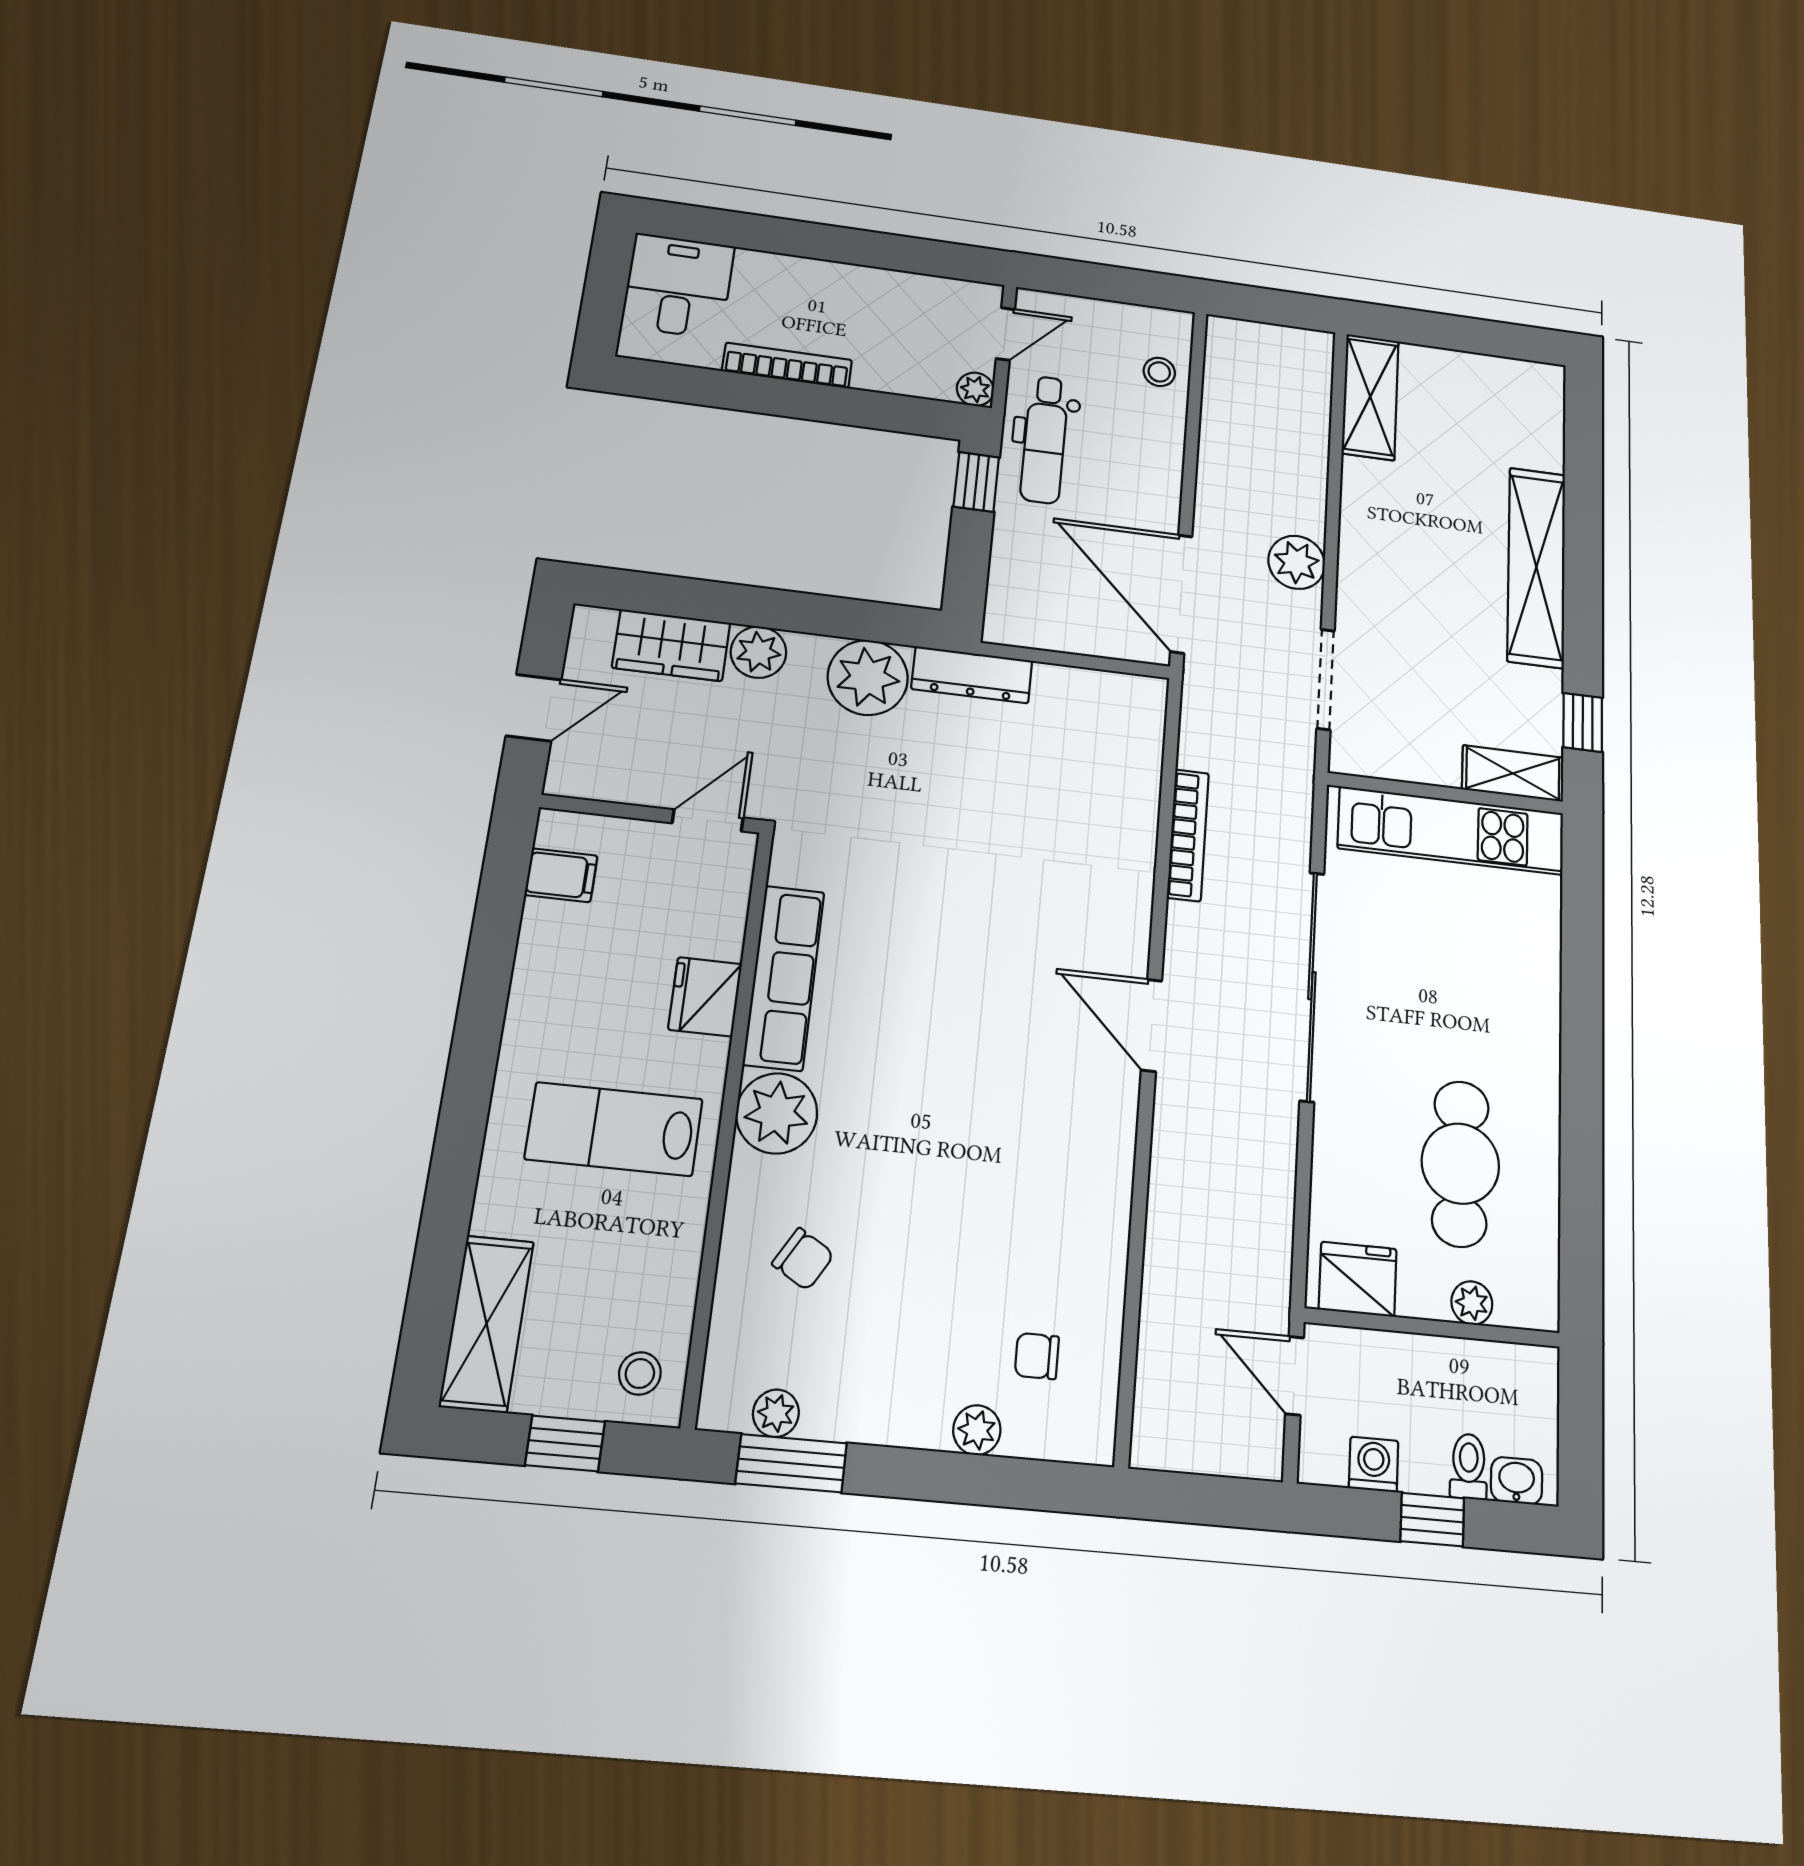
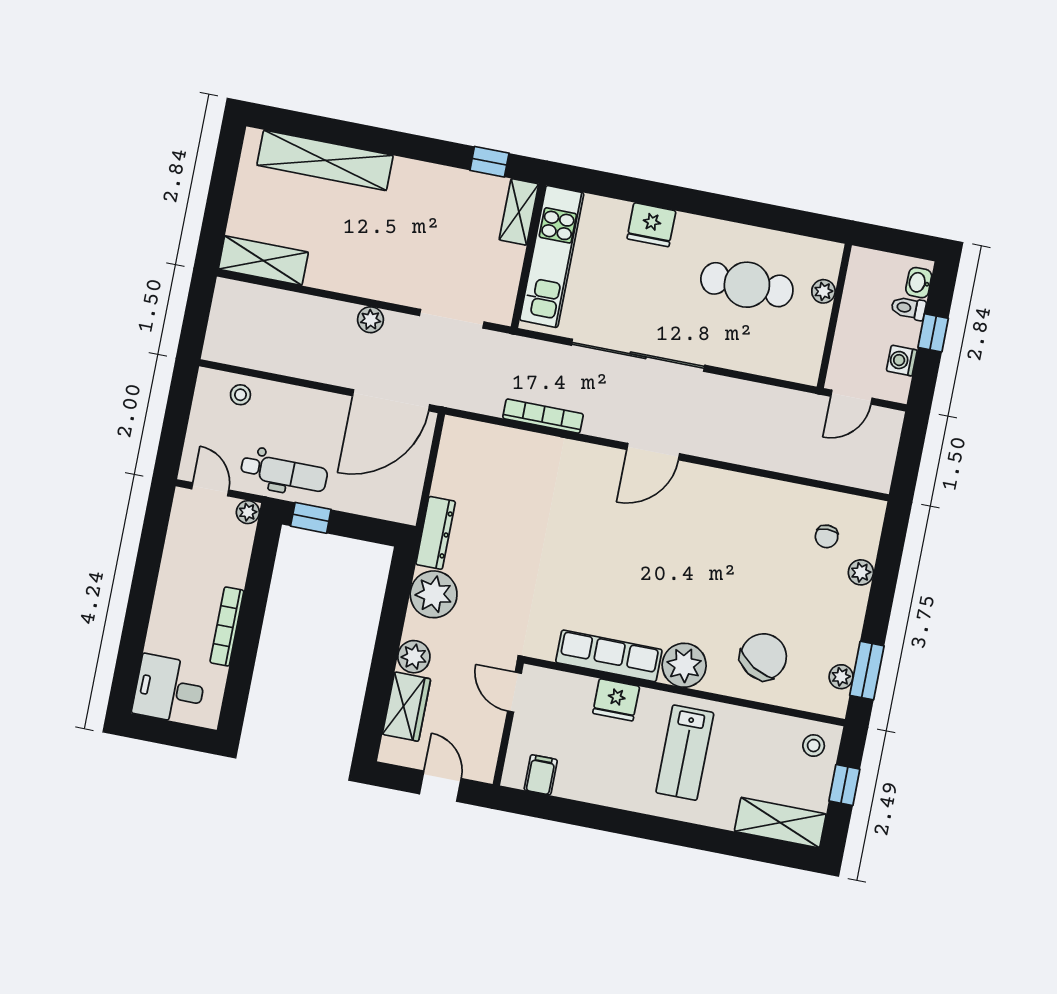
plant: (1297, 562) -> (371, 320), width x0.73, depth x0.73
shelving: (1536, 567) -> (325, 160), moved
chair: (803, 1259) -> (763, 657), width x1.87, depth x1.87
fridge: (1358, 1279) -> (651, 225), moved, turned -90

